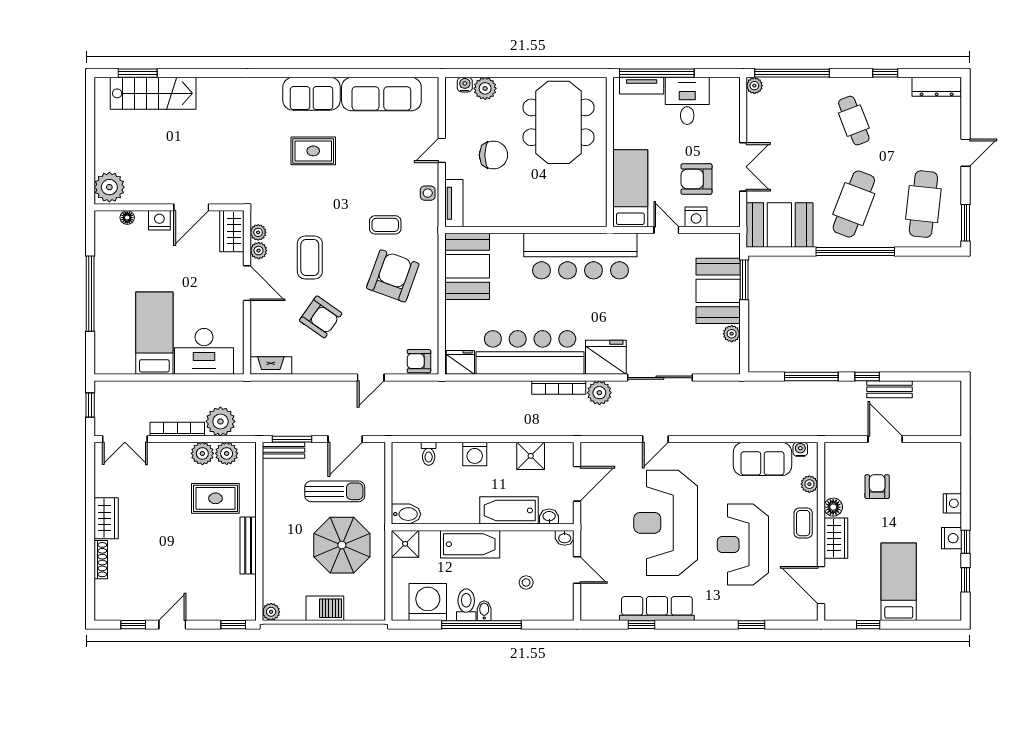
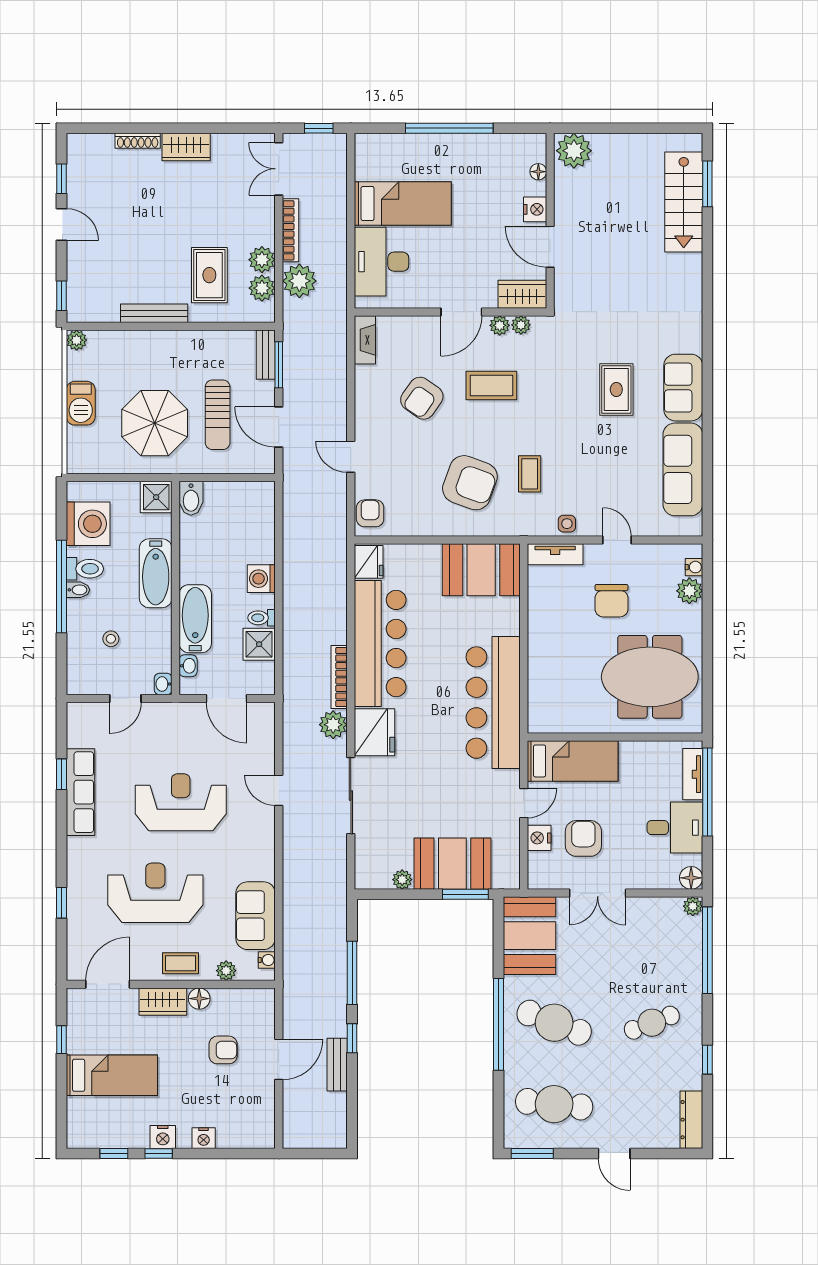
floor lamp: (730, 87) -> (691, 878), added
toilet: (429, 454) -> (262, 618), moved
reception desk: (666, 523) -> (181, 802), width x0.74, depth x0.77

